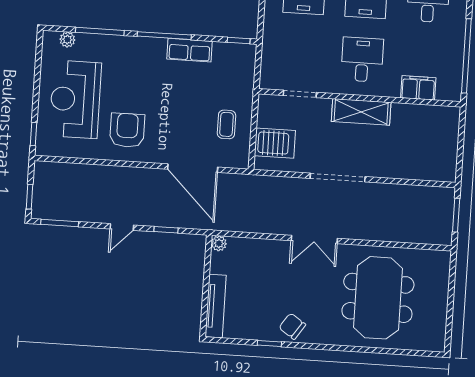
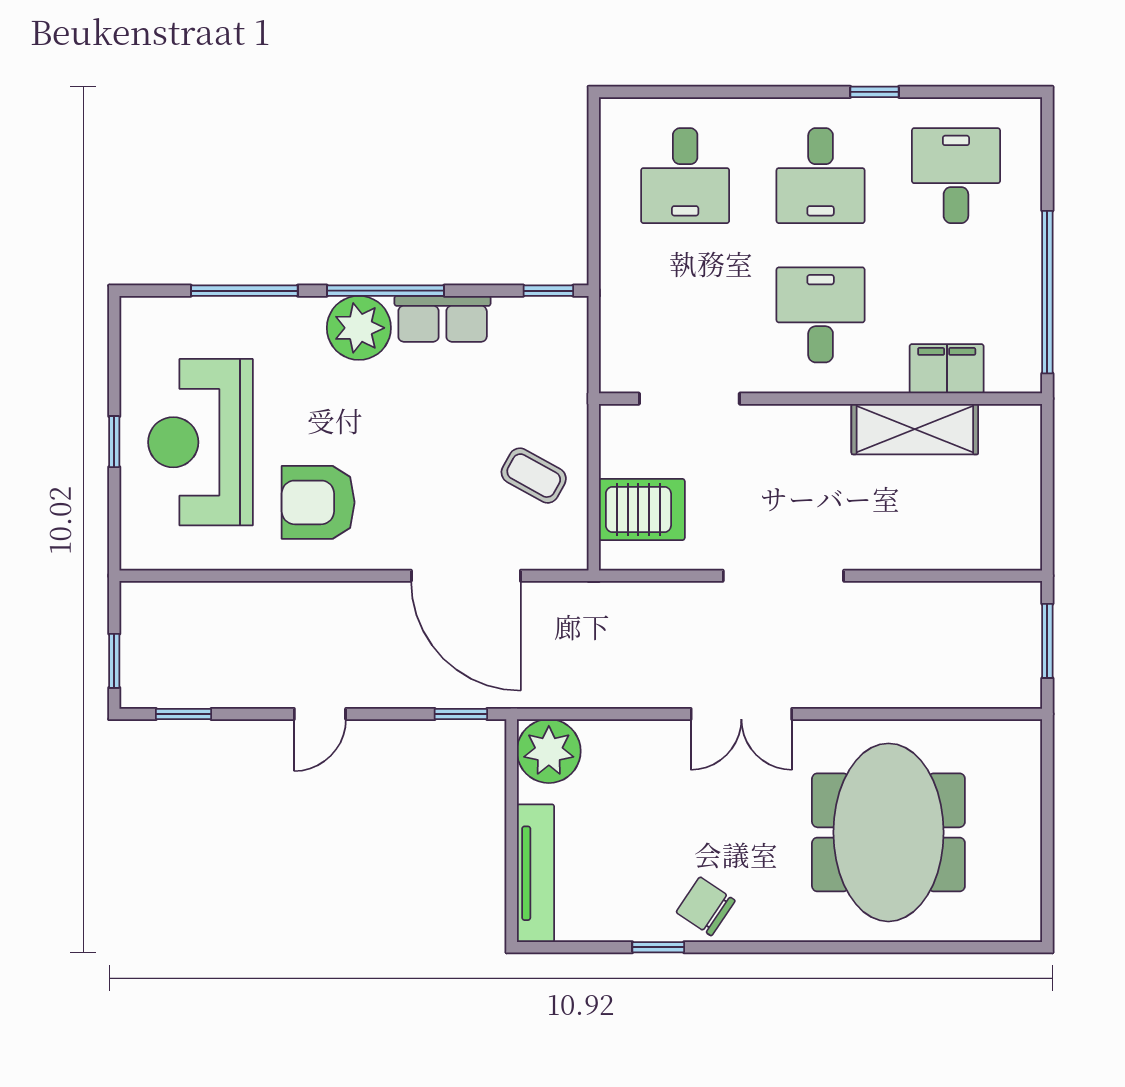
plant: (67, 40) -> (359, 328), moved, width x1.87, depth x1.87
doorway: (300, 94) -> (689, 399), width x1.38
shelving: (361, 112) -> (915, 429), moved
coffee table: (226, 124) -> (534, 476), turned -61
armchair: (127, 130) -> (318, 502), turned -90
window: (34, 134) -> (114, 442), moved
window: (60, 223) -> (184, 714), width x0.67
window: (166, 230) -> (461, 714), moved
plant: (219, 243) -> (549, 751), width x1.87, depth x1.87

